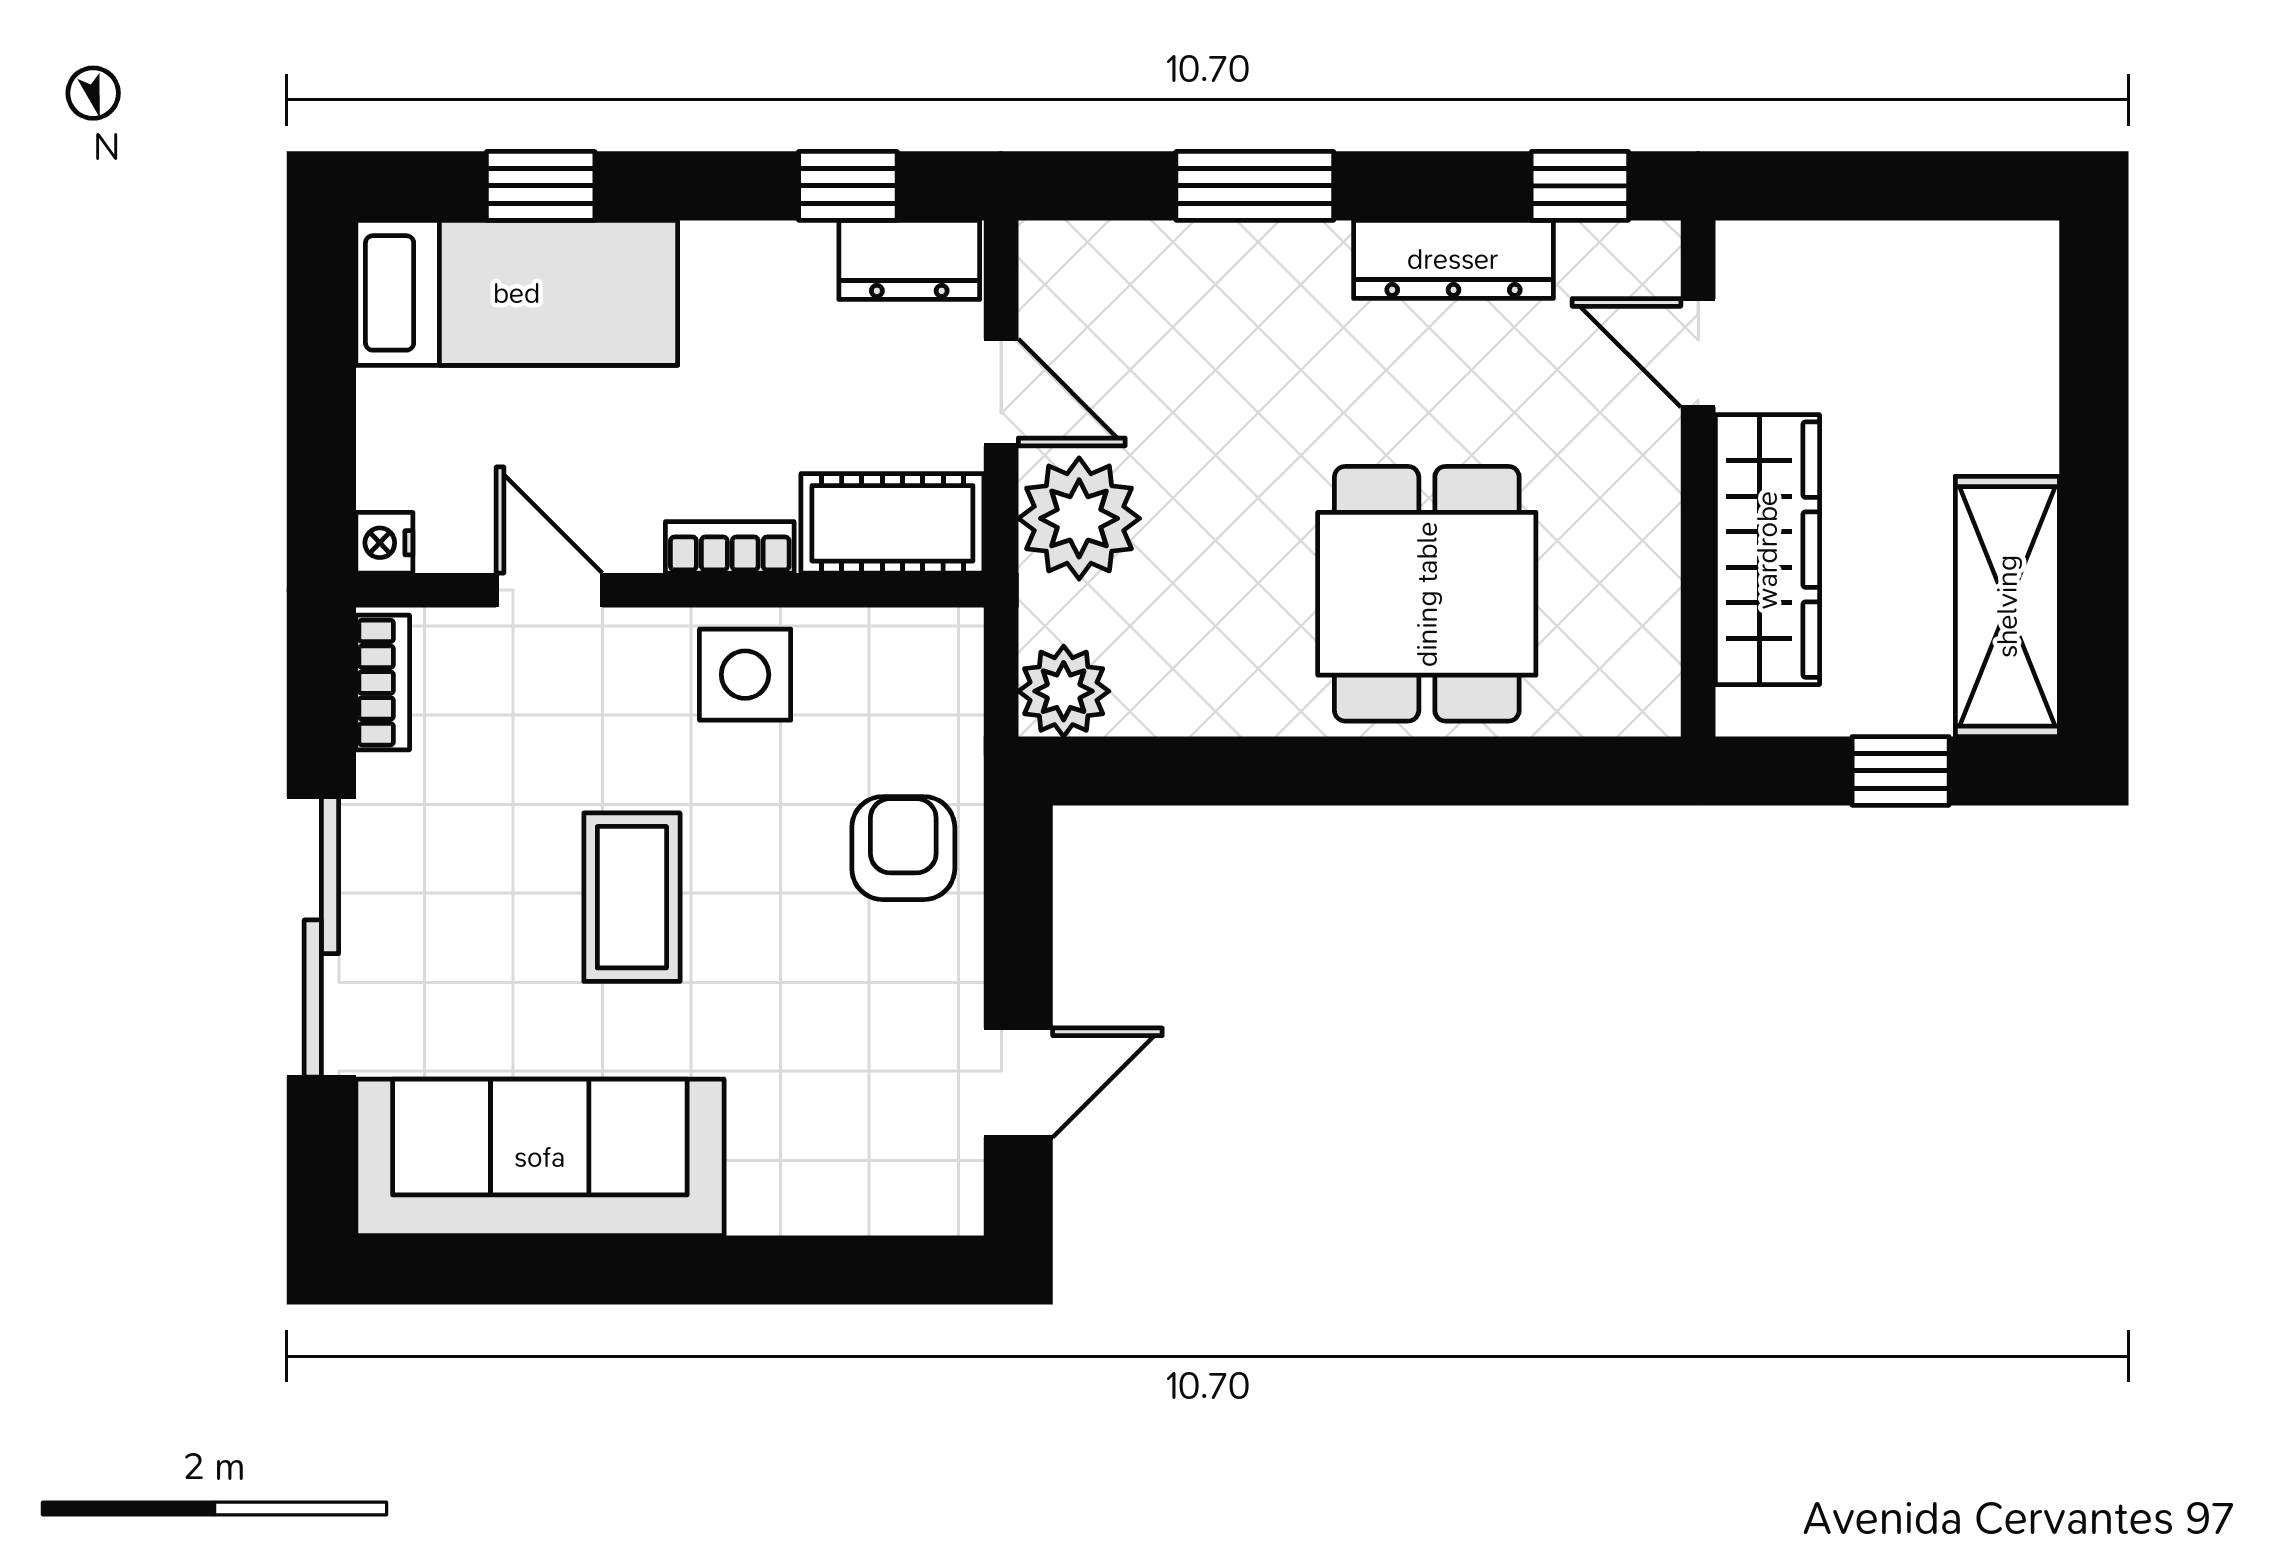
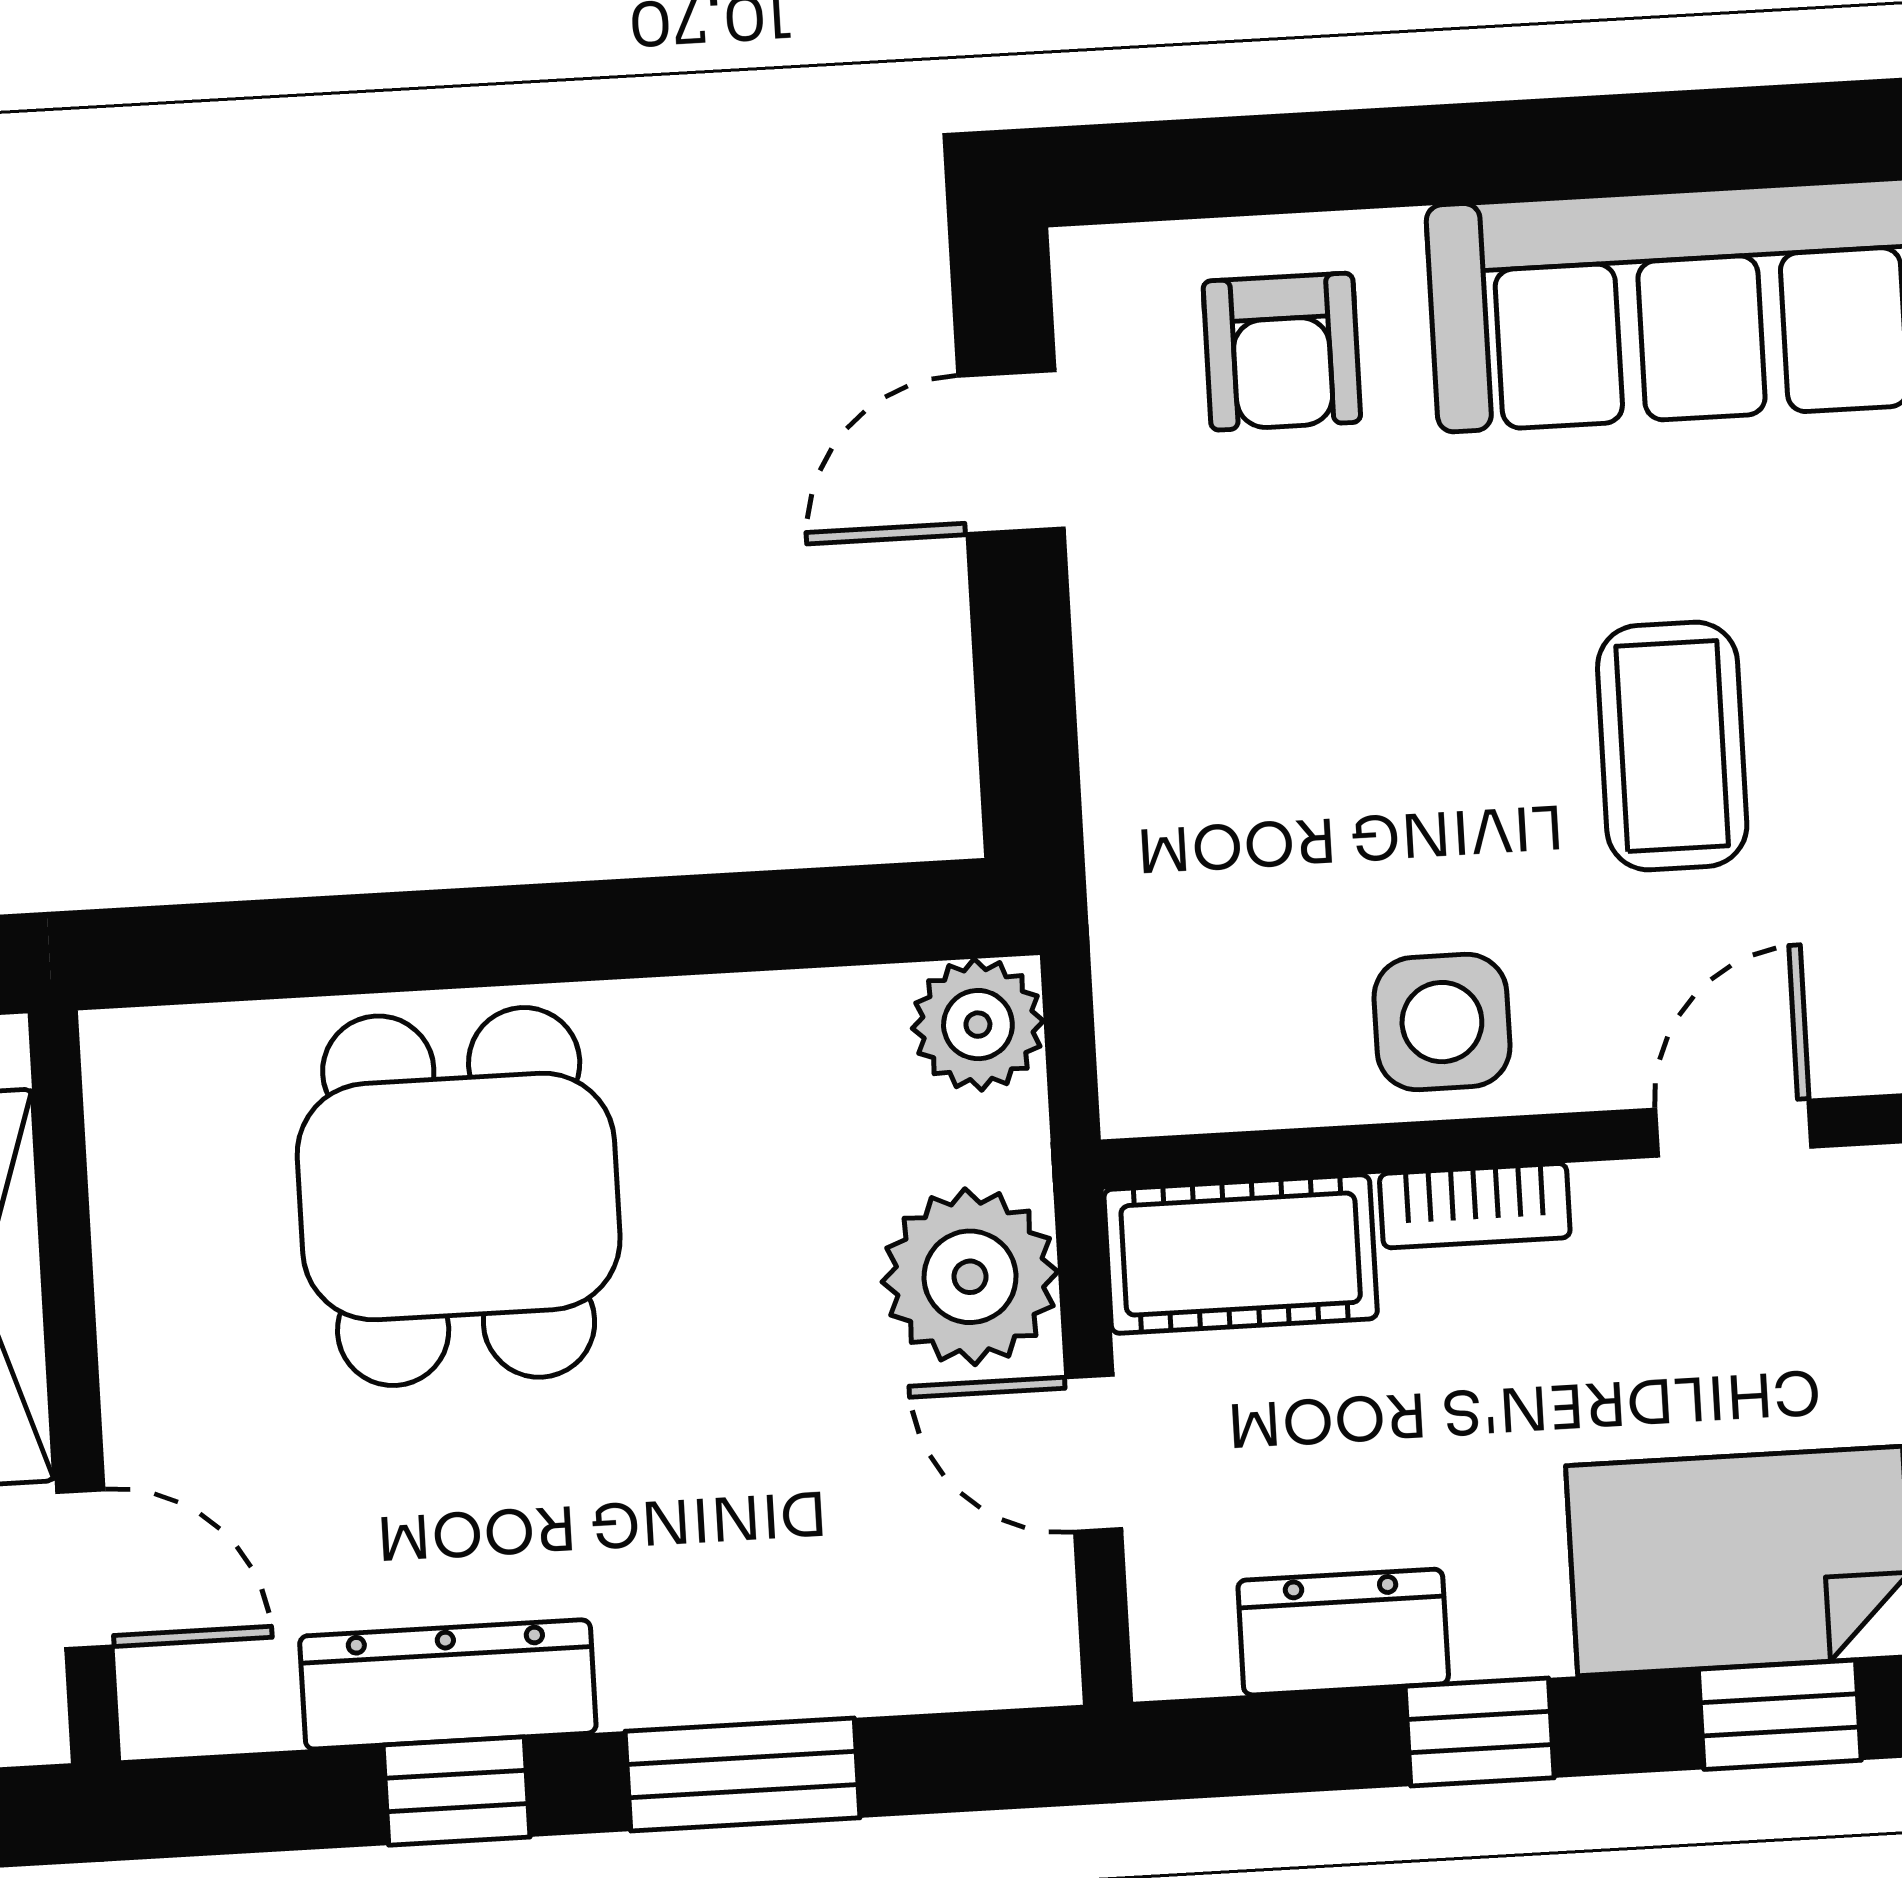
window: (848, 186) -> (1480, 1732), moved
window: (1580, 186) -> (457, 1791), moved
dresser: (909, 260) -> (1343, 1632), moved
door: (549, 590) -> (1733, 1128), swing flipped
armchair: (903, 848) -> (1282, 352), moved
coffee table: (632, 897) -> (1672, 746), moved

